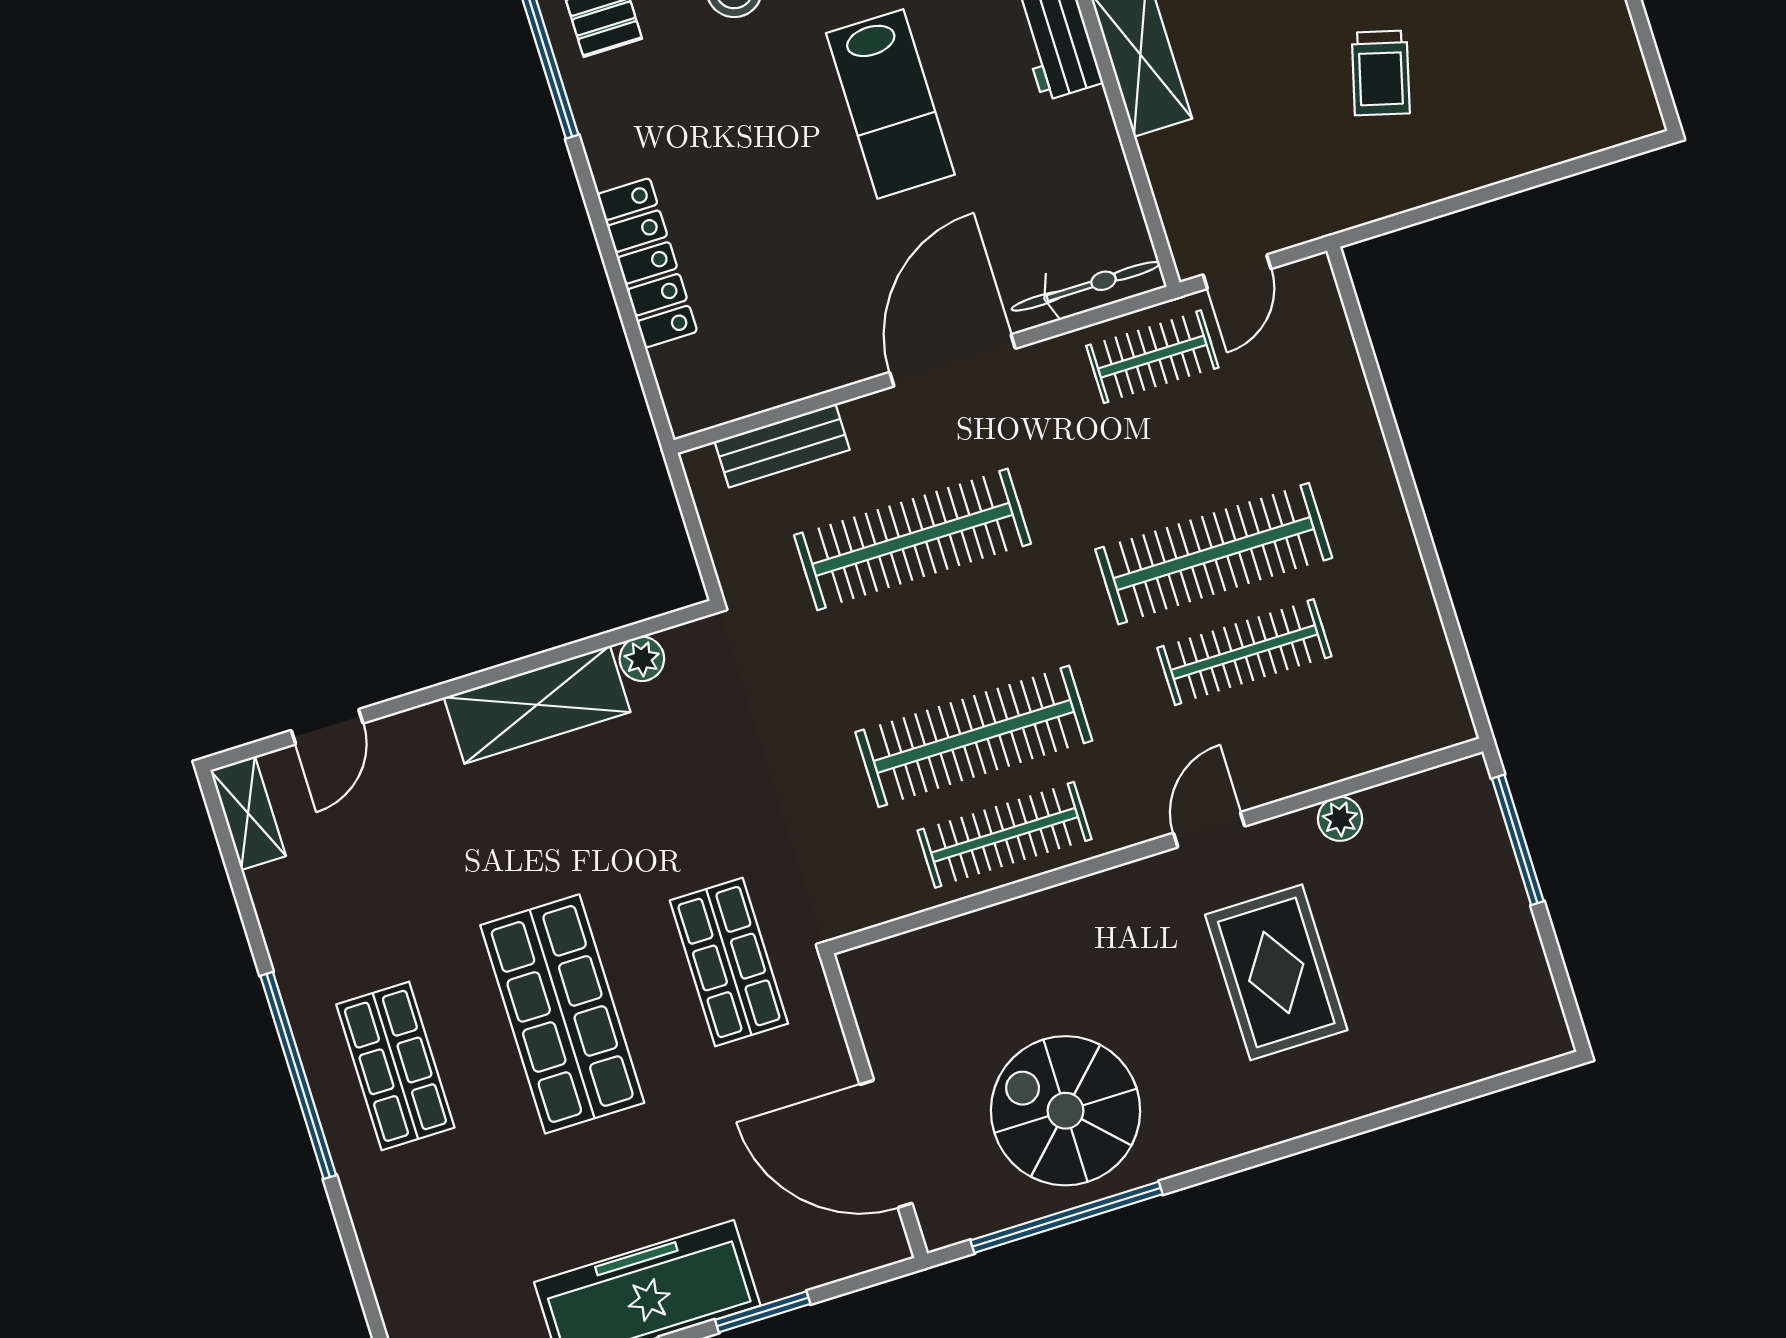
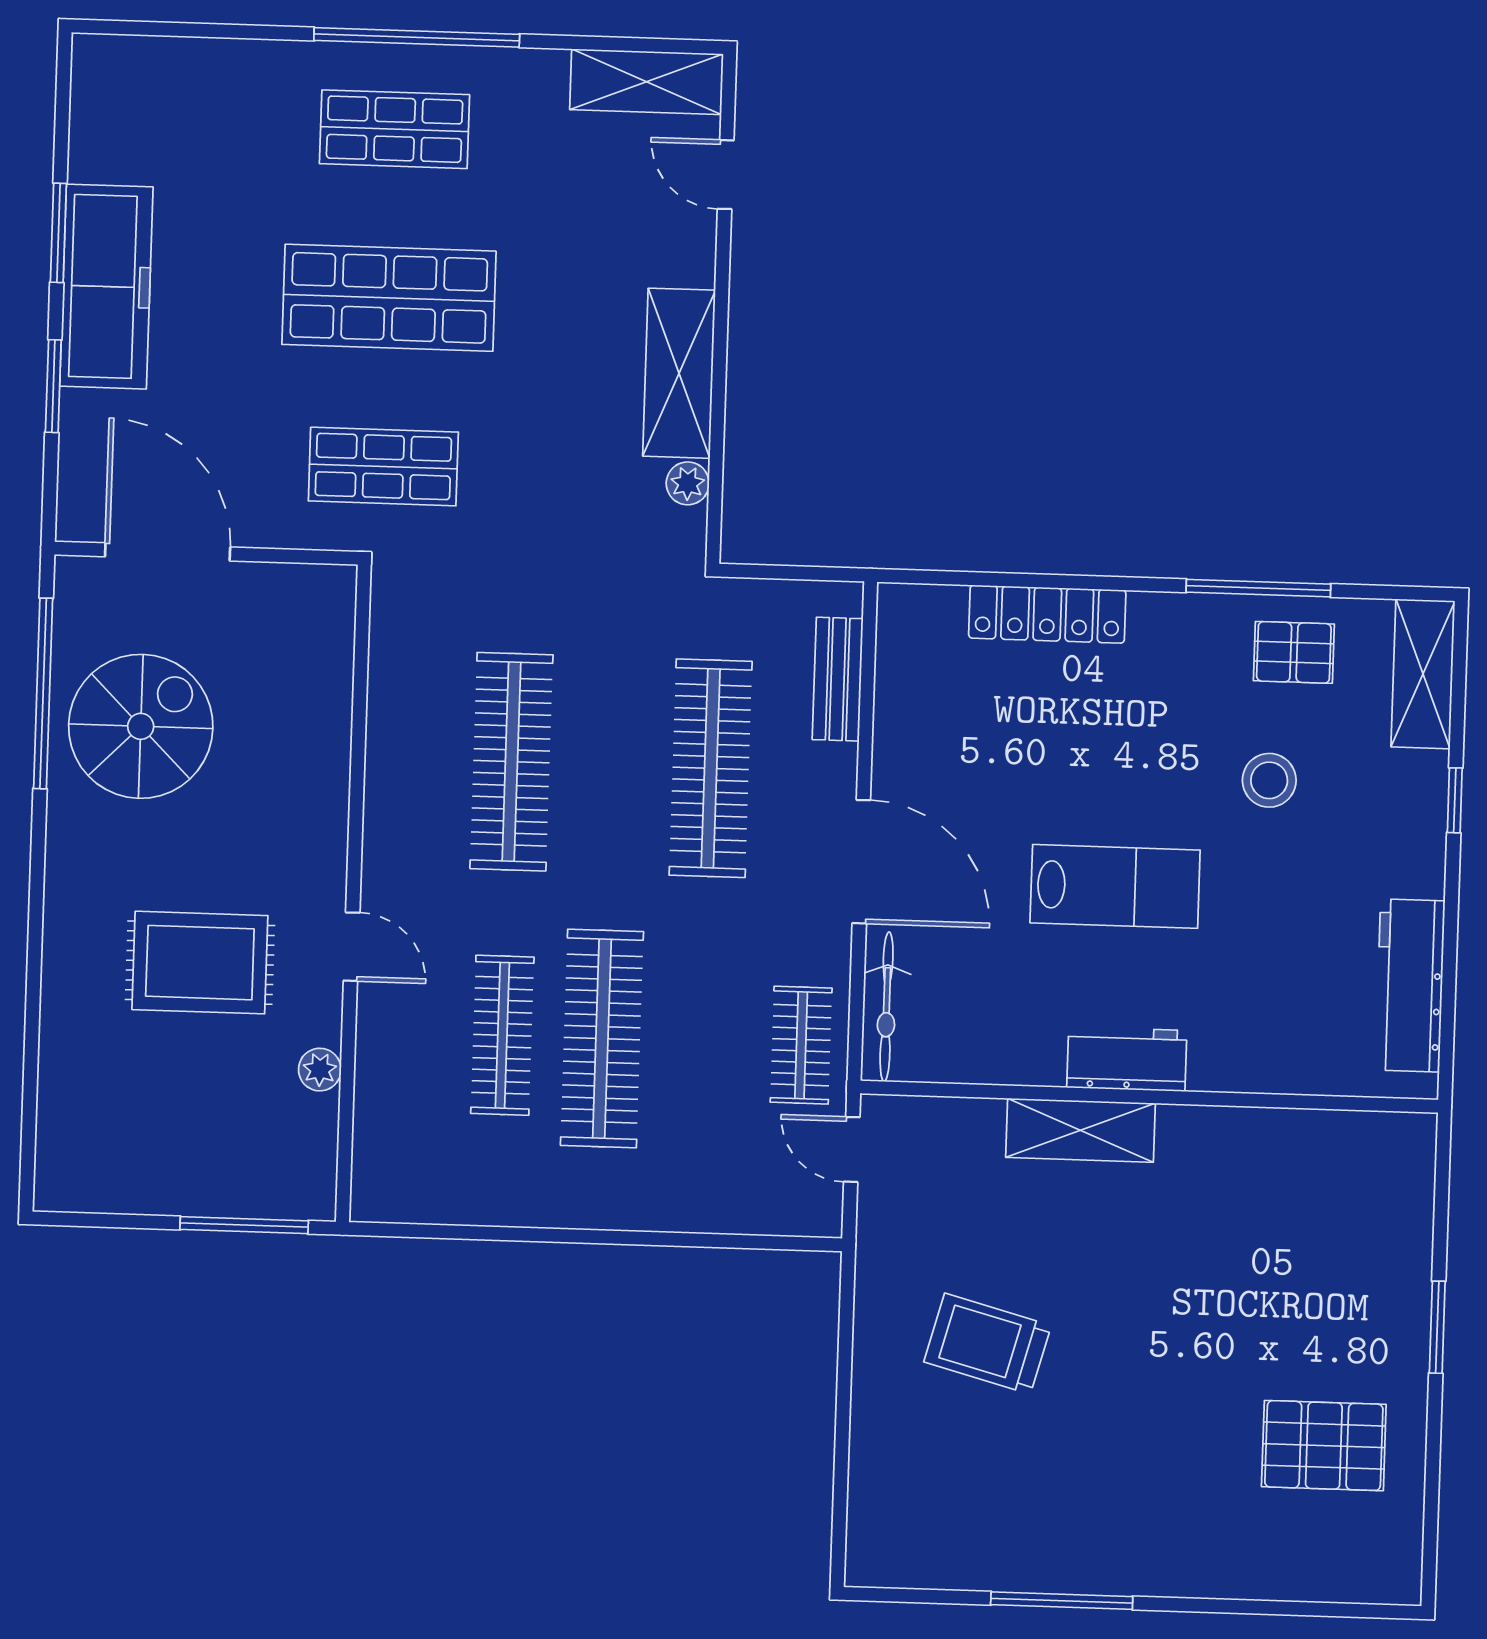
trolley: (1381, 73) -> (987, 1344), width x1.36, depth x1.39
lab bench: (890, 104) -> (1115, 886), turned 180
shelving: (248, 813) -> (647, 82), width x1.50, depth x1.33
clothes rail: (1005, 835) -> (412, 758), removed
door: (886, 1144) -> (168, 552), hinge flipped

